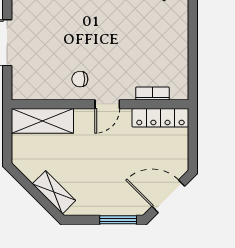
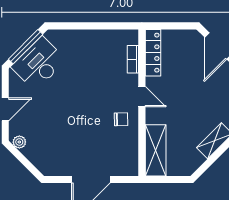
chair: (80, 79) -> (121, 119), turned -91

